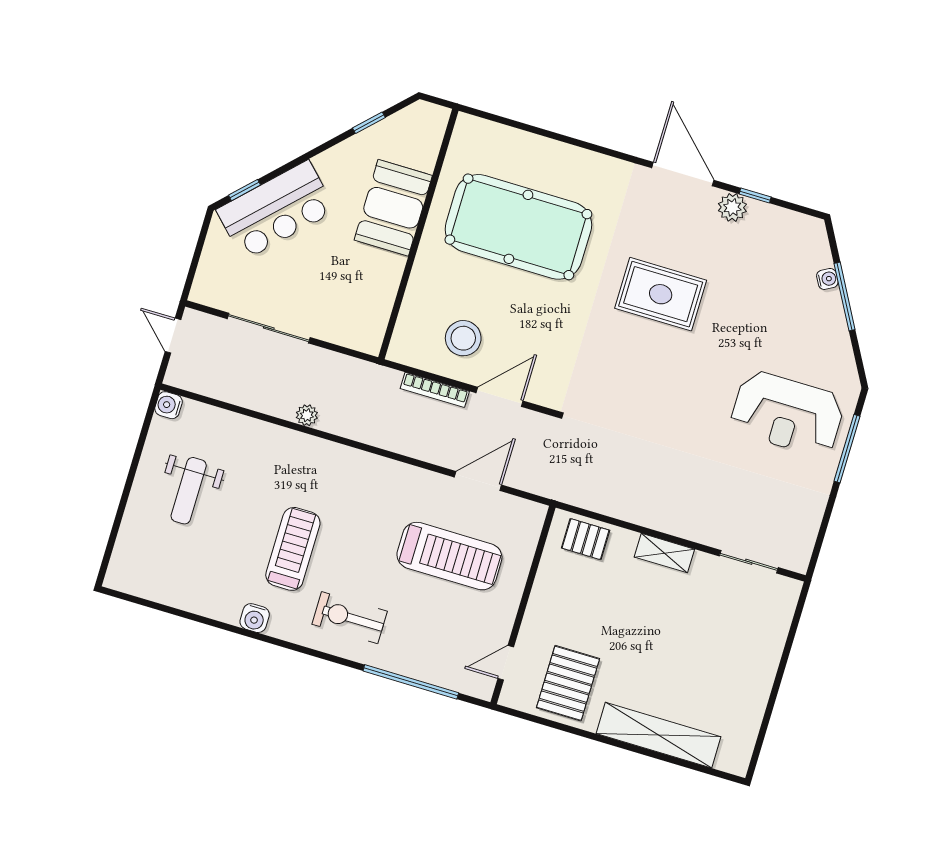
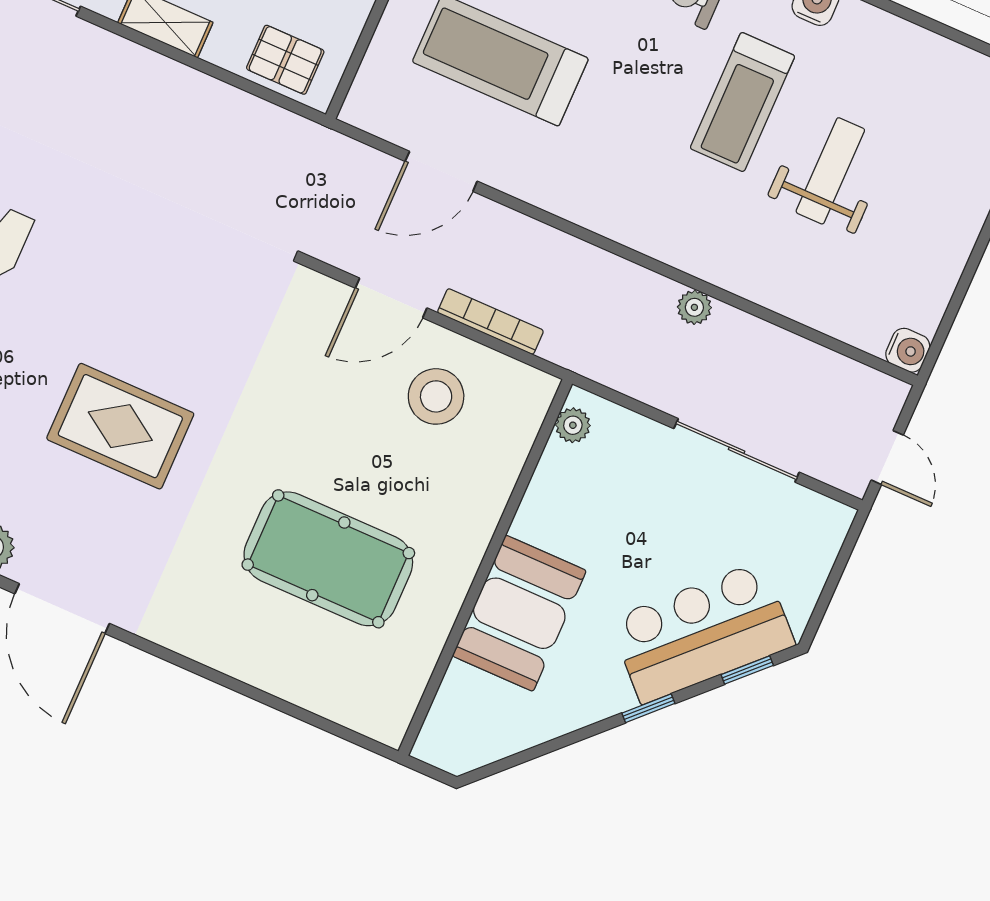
window: (369, 123) -> (648, 708), moved
pool table: (518, 227) -> (328, 559), width x0.73, depth x0.76
plant: (374, 331) -> (573, 425), added
weight bench: (189, 491) -> (830, 171), moved

